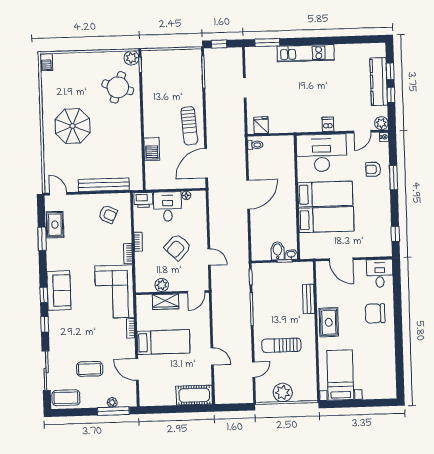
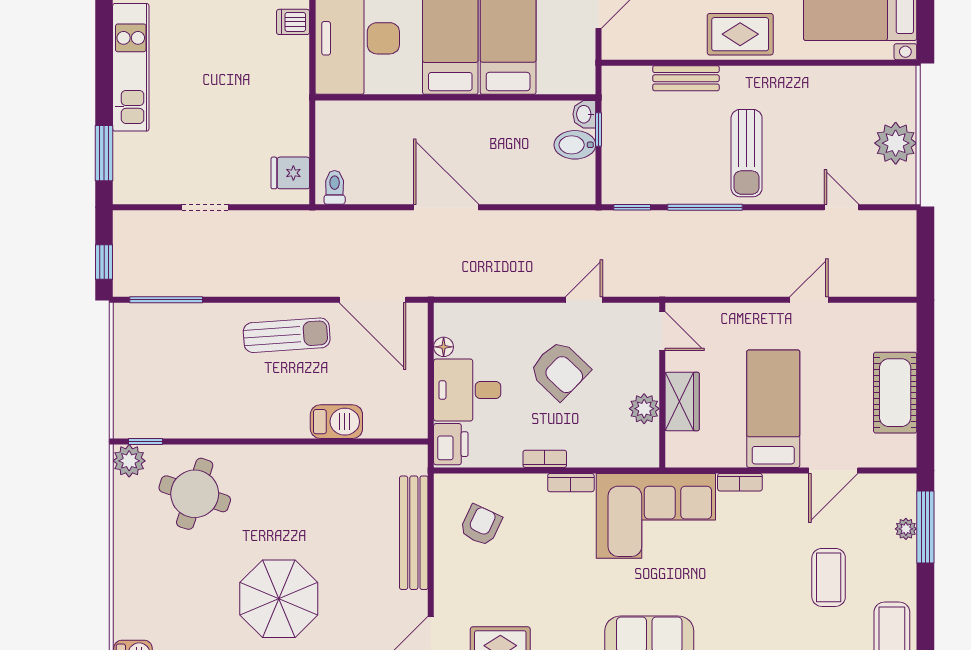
sun lounger: (281, 345) -> (747, 153), moved
cot: (194, 395) -> (895, 393), moved

